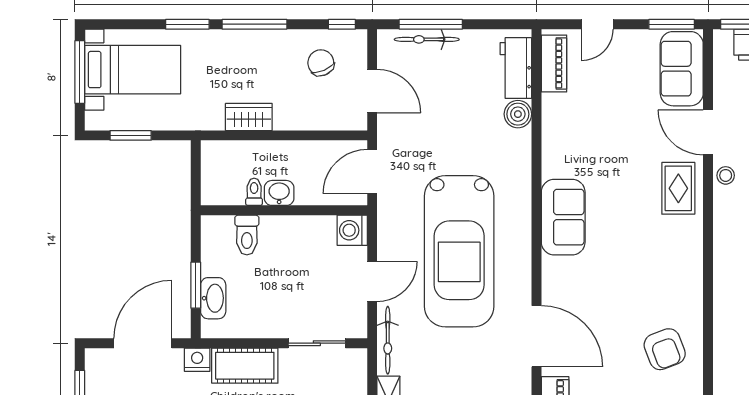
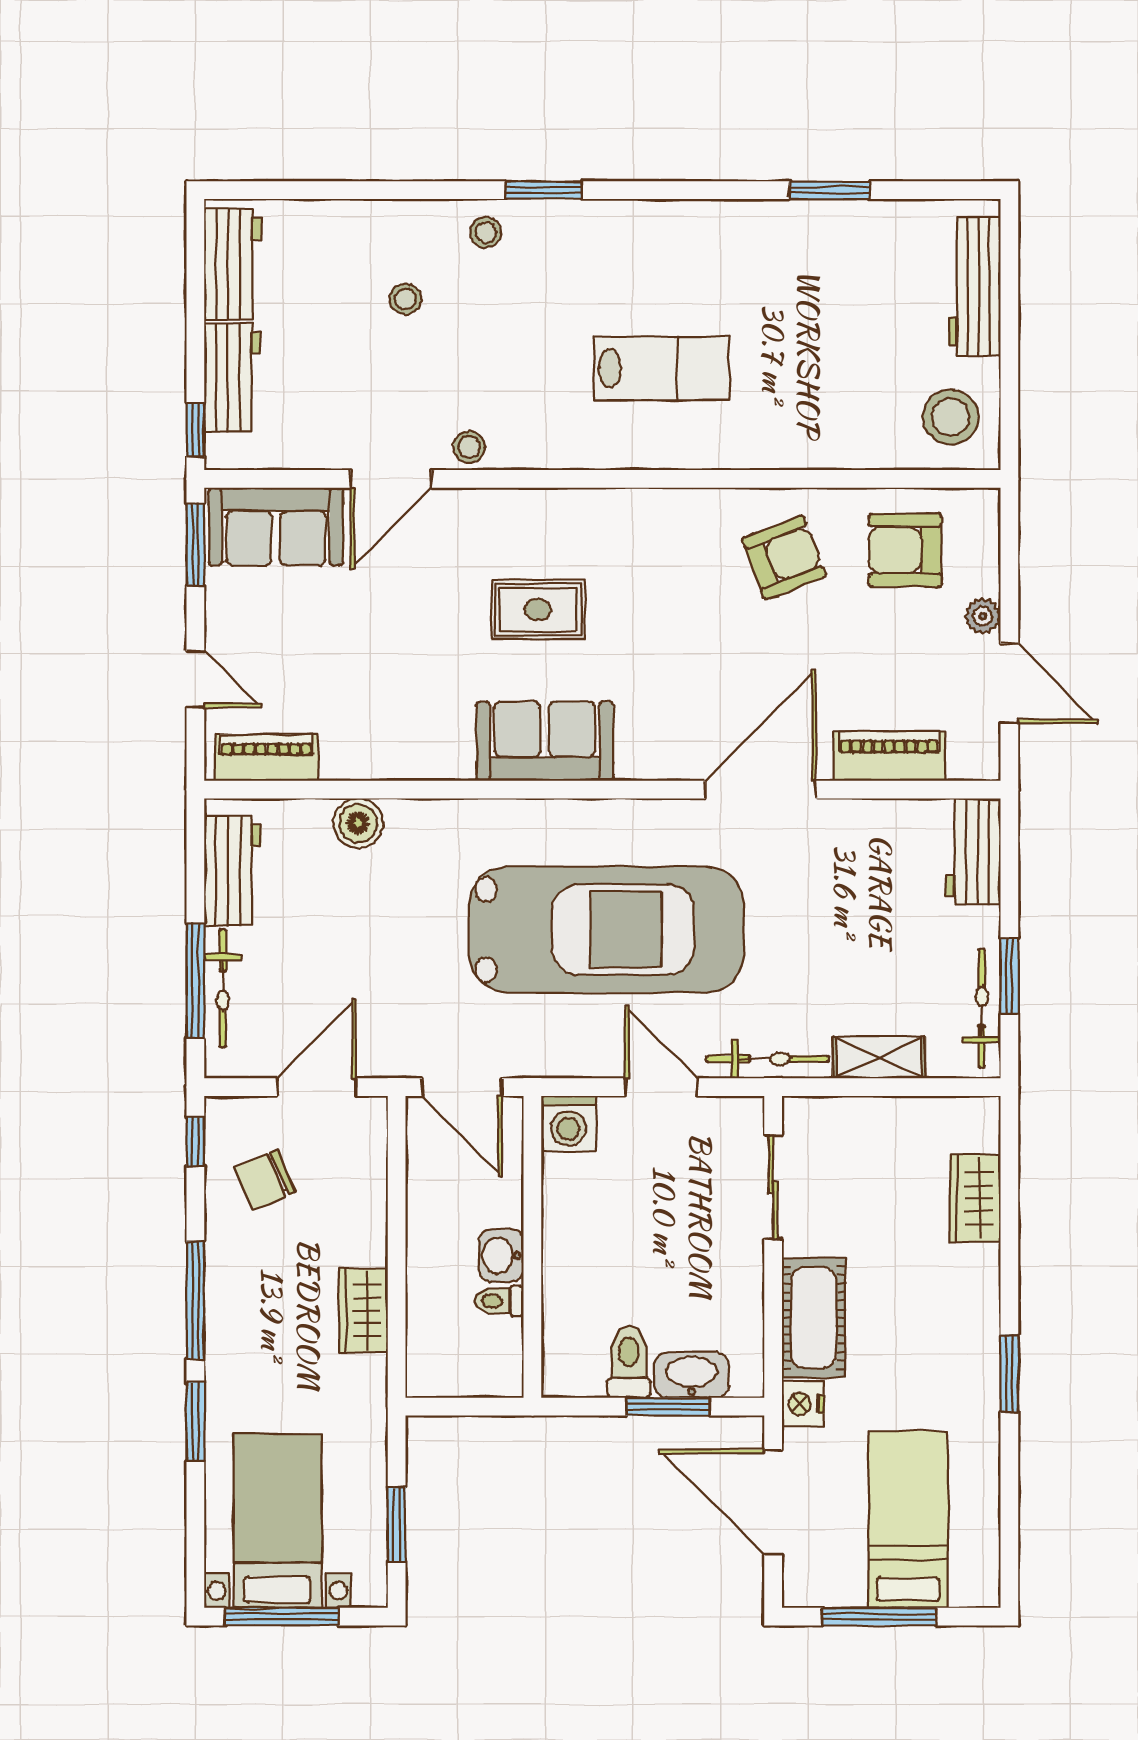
workbench: (516, 68) -> (233, 871), moved, turned -90
rug: (678, 188) -> (538, 609), moved
toilet: (247, 235) -> (629, 1362), moved, turned -90

